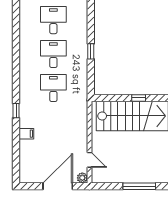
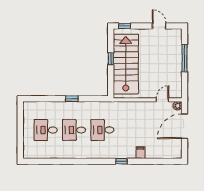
door: (58, 186) -> (185, 126), hinge flipped

